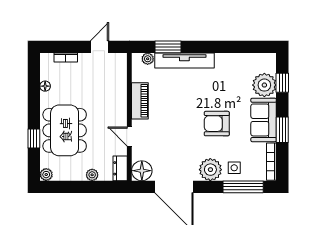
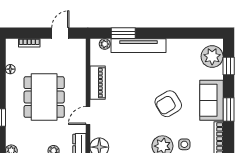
plant: (264, 85) -> (212, 57), moved
armchair: (217, 124) -> (168, 104), turned -31
dining table: (65, 130) -> (44, 97), moved
door: (129, 136) -> (88, 116), hinge flipped

